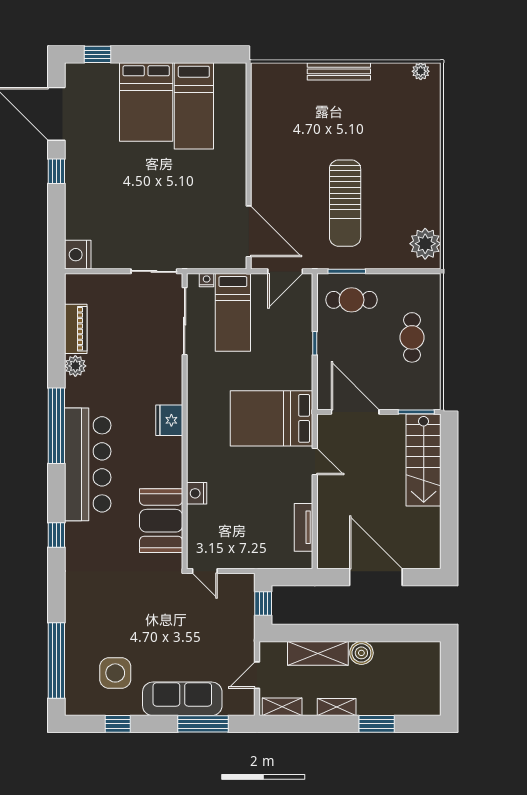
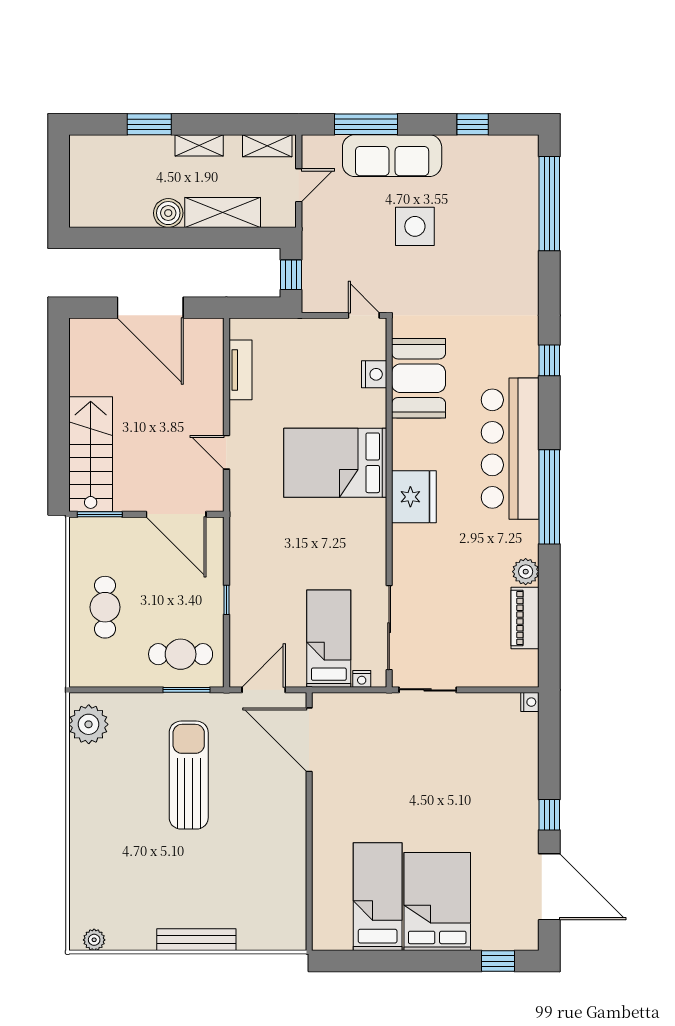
nightstand: (78, 255) -> (530, 702), width x0.53, depth x0.56
bed: (272, 418) -> (335, 463), moved, turned 180
fridge: (169, 420) -> (414, 497), width x1.36, depth x1.34
nightstand: (197, 493) -> (374, 374), moved
side table: (115, 673) -> (415, 226), moved

